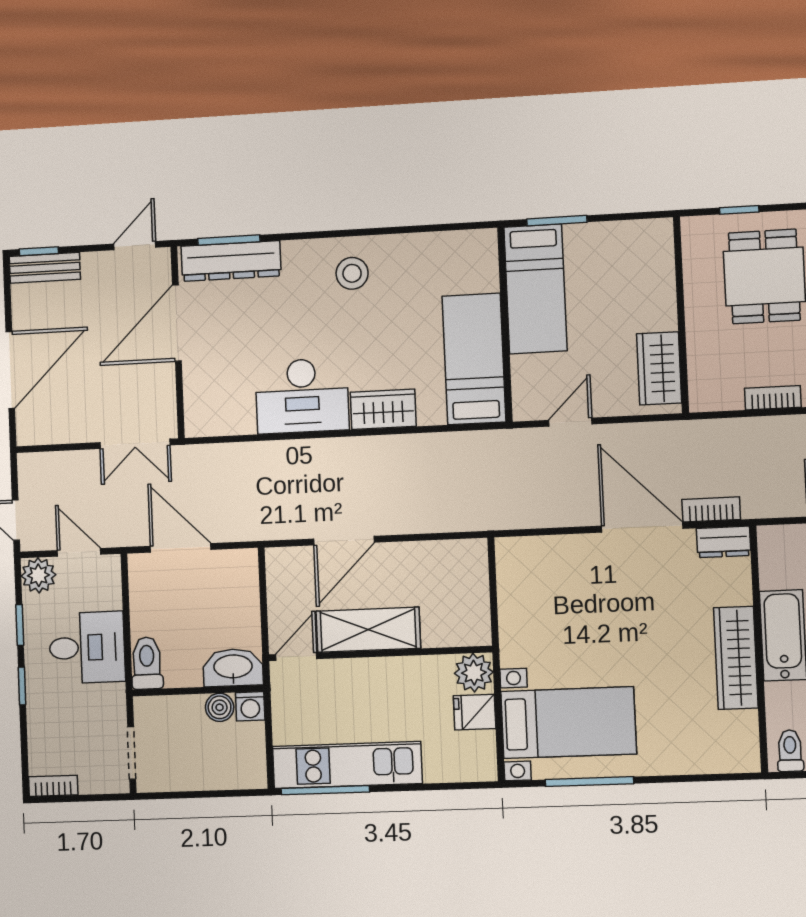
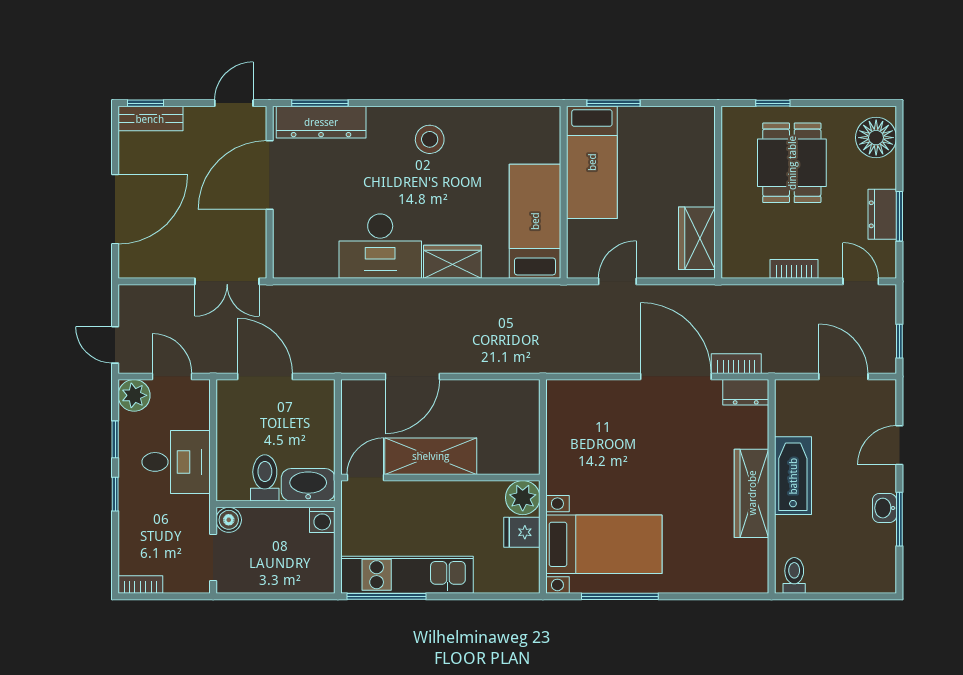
toilet: (147, 663) -> (265, 478), moved
boiler: (220, 707) -> (229, 520), moved

